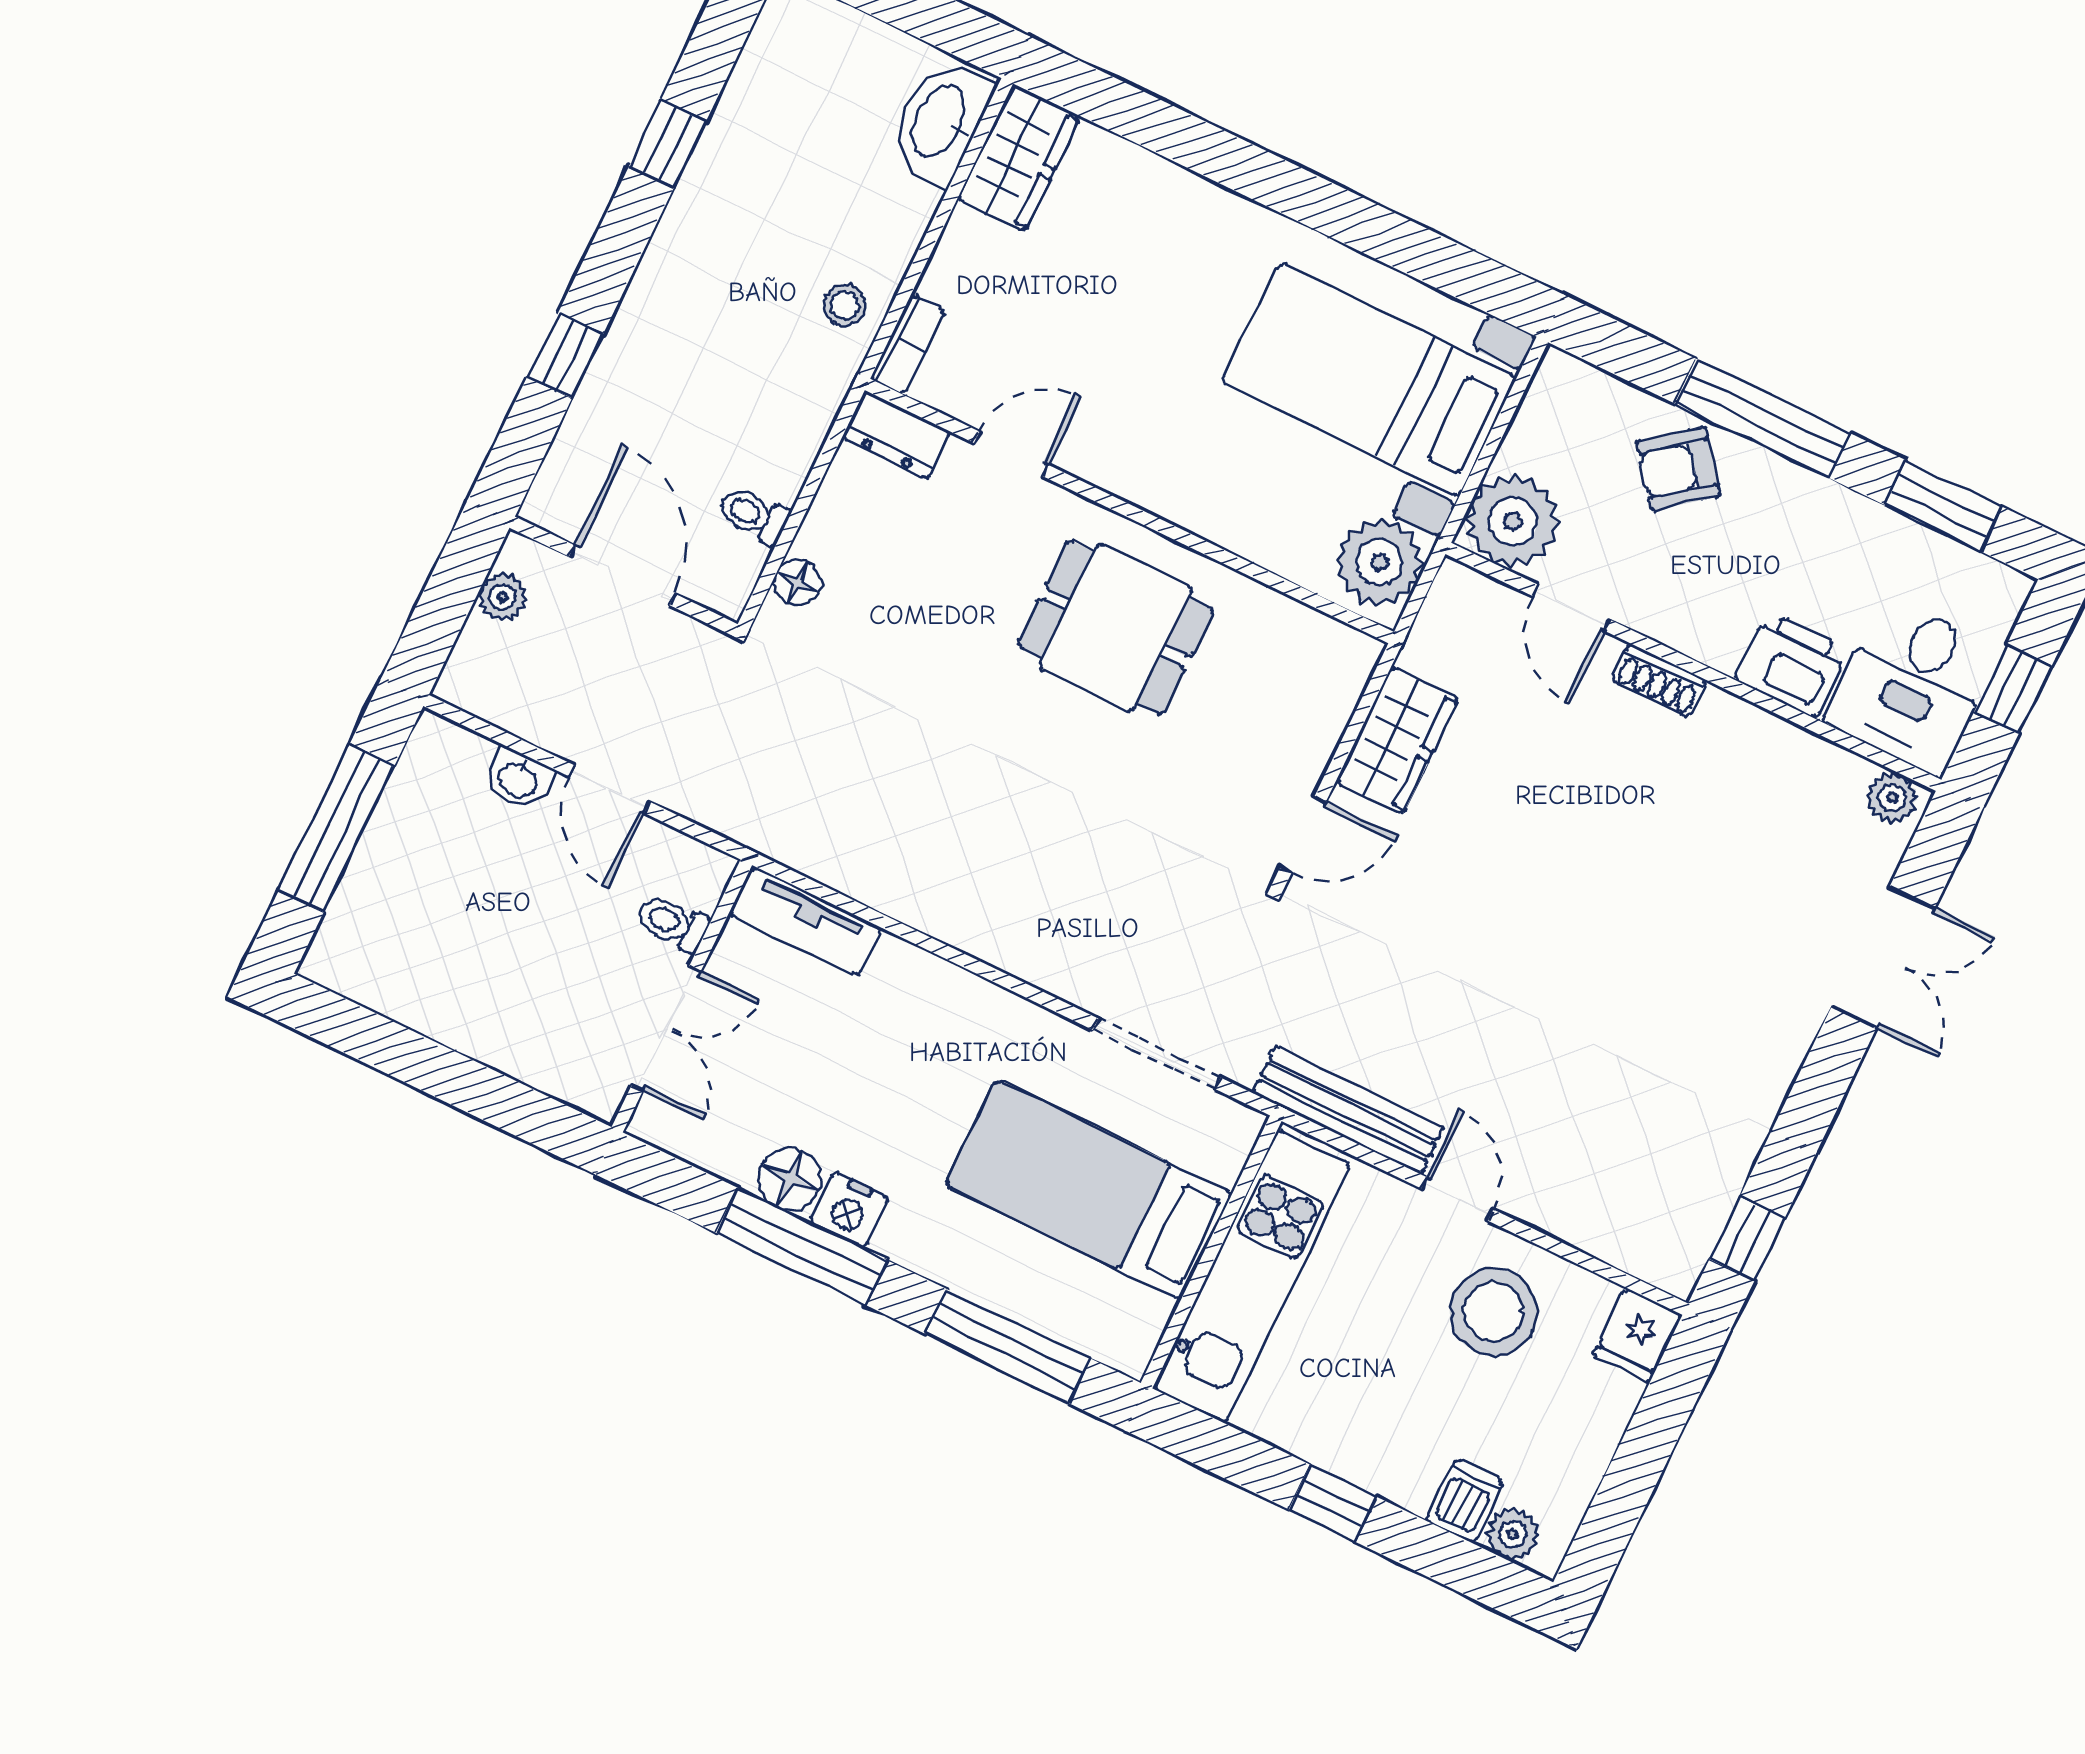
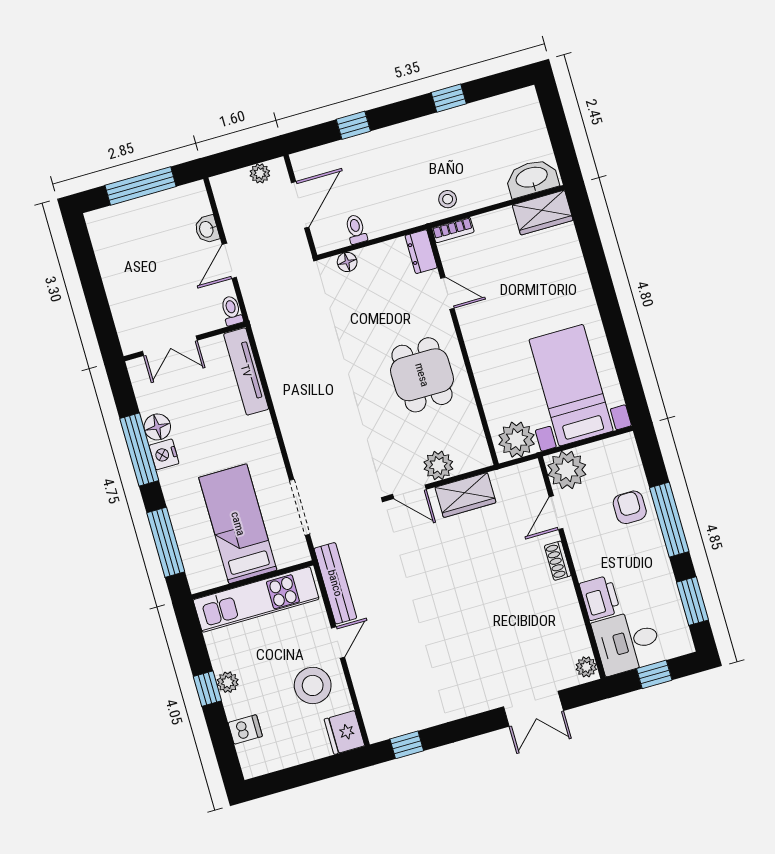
armchair: (1678, 469) -> (630, 507), turned 38
plant: (1302, 742) -> (438, 465), added
tv unit: (806, 921) -> (246, 371), width x1.41
toilet: (672, 923) -> (232, 311), moved
fridge: (1638, 1335) -> (344, 732), width x1.38
plant: (1513, 1534) -> (228, 682), moved

